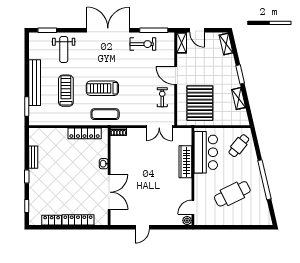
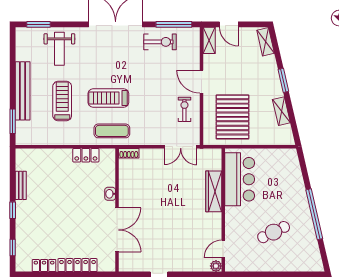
locker: (85, 133) -> (86, 155), width x0.66
cafe table: (239, 146) -> (282, 171), removed
cafe table: (232, 194) -> (274, 232), width x0.73, depth x0.74

